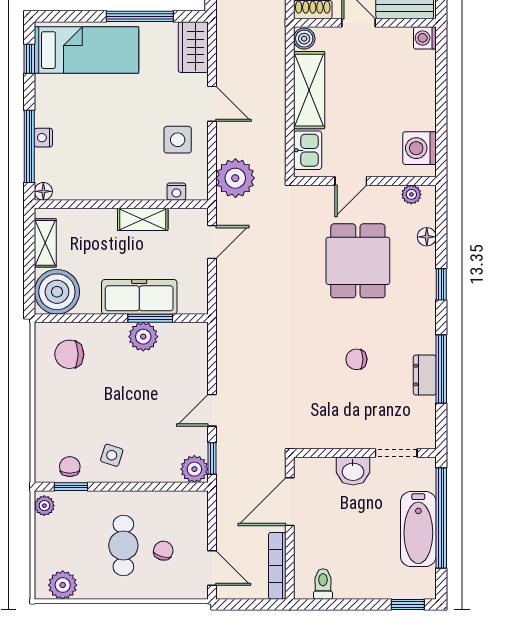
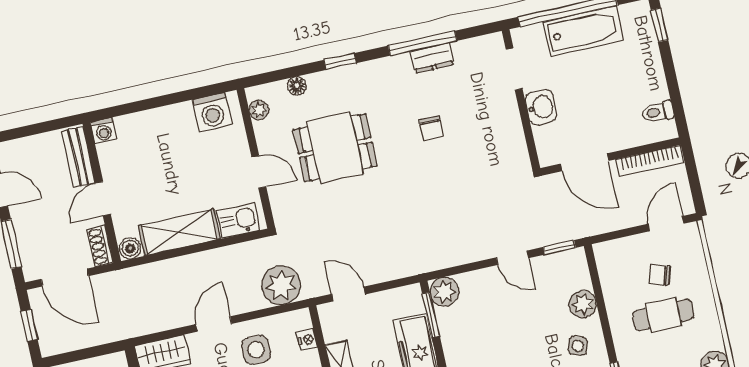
window: (150, 318) -> (431, 315), moved
plant: (143, 337) -> (445, 292), moved
plant: (194, 469) -> (583, 304), moved

